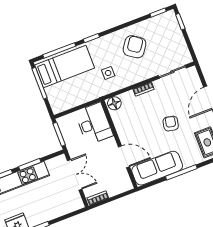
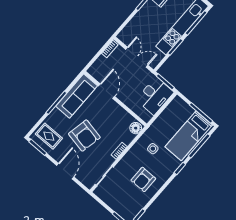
armchair: (135, 47) -> (143, 179), turned 55
desk: (94, 124) -> (155, 96), moved, turned -90
armchair: (171, 124) -> (84, 136), width x1.88, depth x1.88
door: (124, 157) -> (107, 91), swing flipped
double door: (75, 175) -> (137, 57), swing flipped

